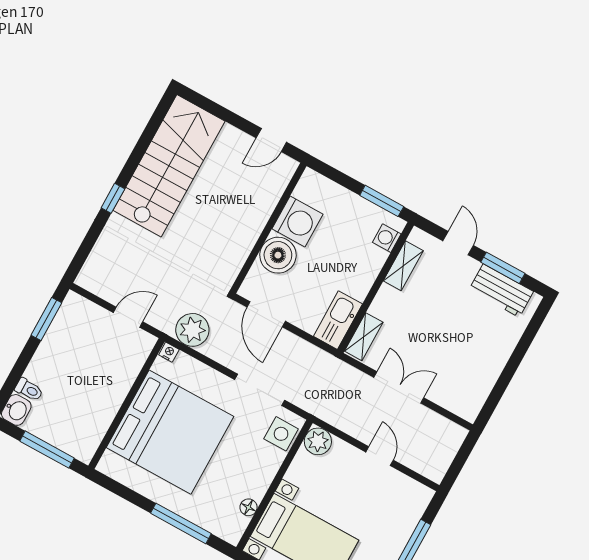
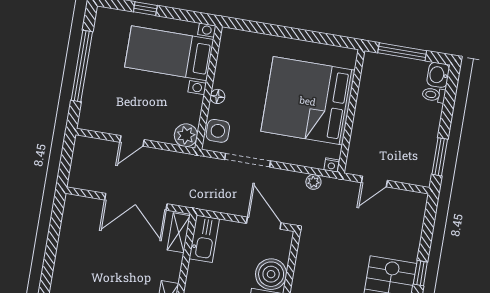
plant: (192, 330) -> (313, 182), width x0.53, depth x0.53
double door: (399, 387) -> (136, 202), width x1.37
door: (380, 456) -> (132, 141), hinge flipped
floor lamp: (249, 507) -> (217, 96), moved
window: (181, 523) -> (273, 30), removed

